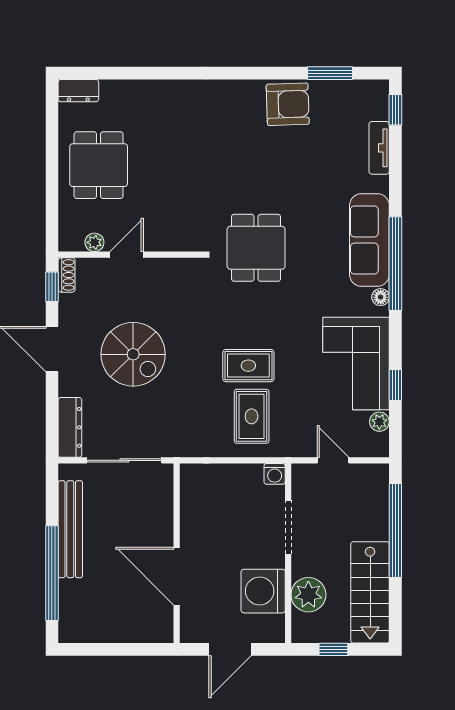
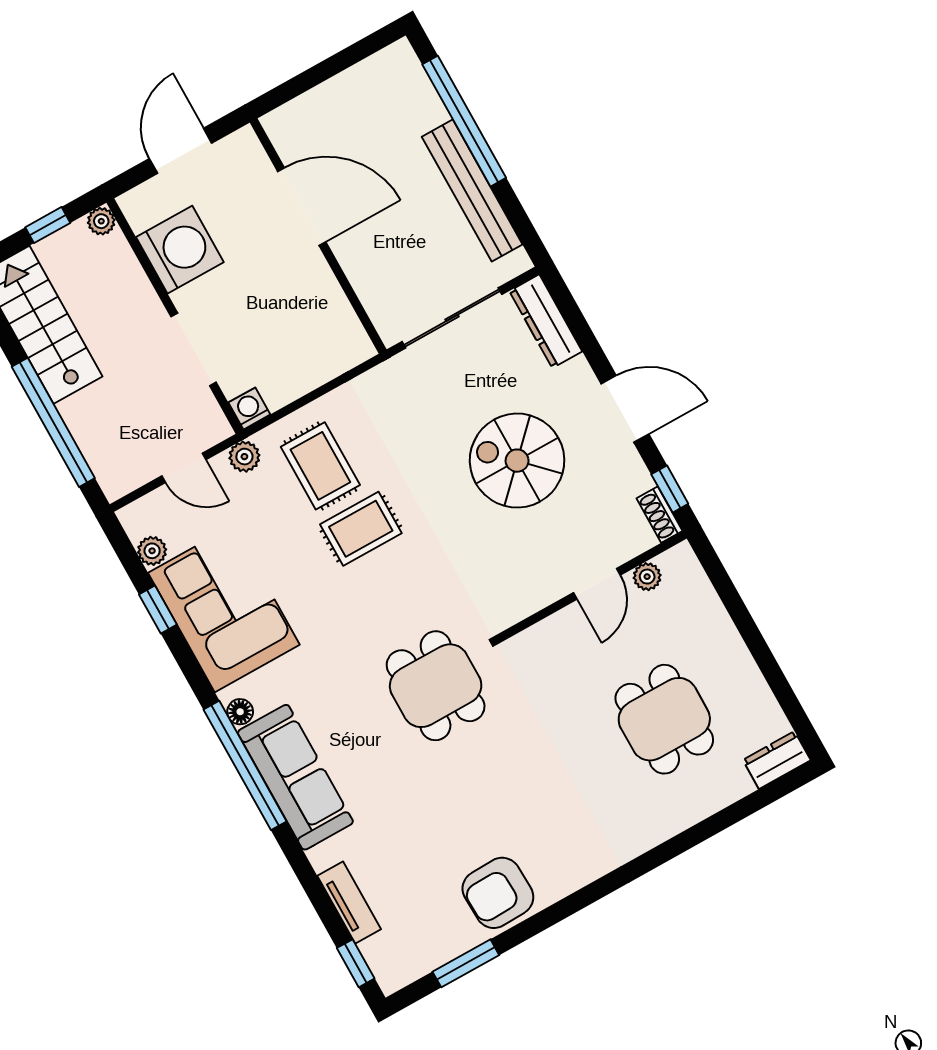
dining table: (99, 165) -> (664, 719), moved
plant: (293, 447) -> (244, 457), added
plant: (308, 595) -> (101, 221), moved, width x0.53, depth x0.53

